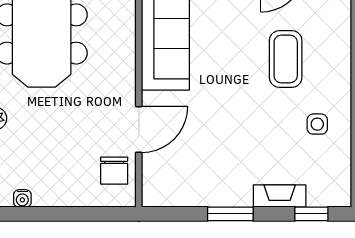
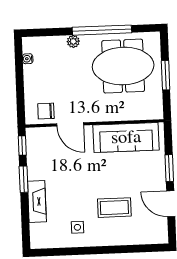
fireplace: (280, 196) -> (37, 202), width x1.37, depth x1.32
window: (311, 214) -> (22, 146), moved

